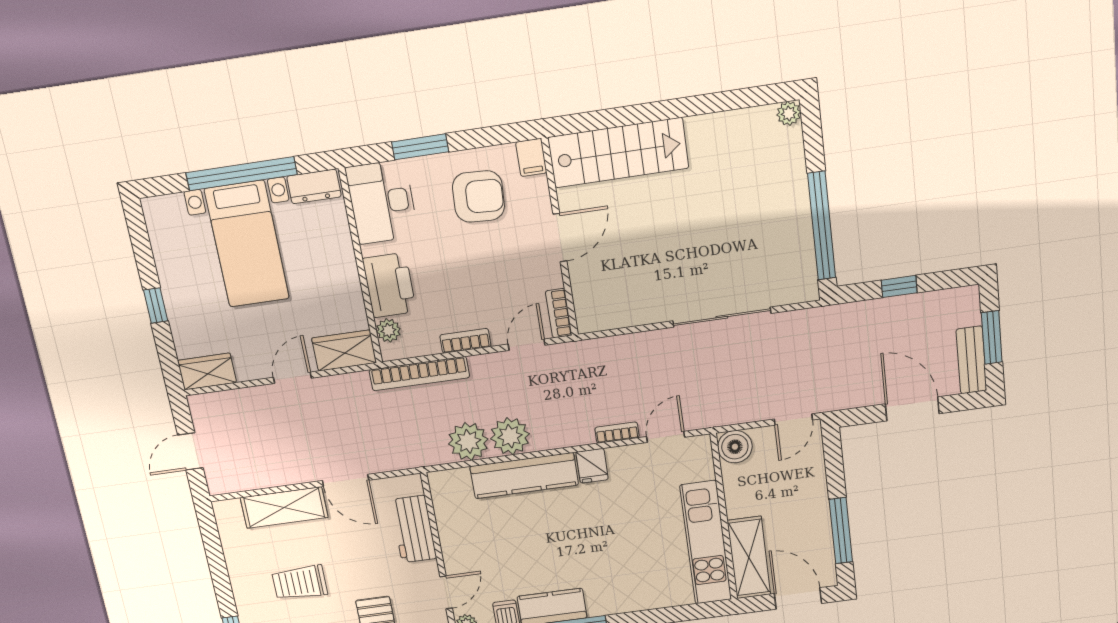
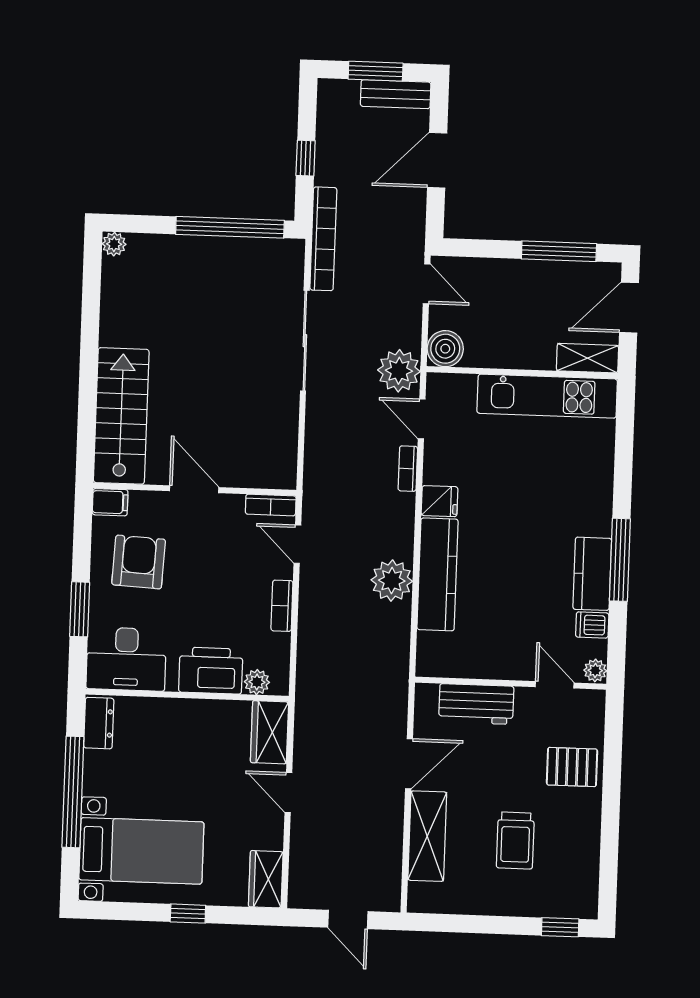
bed with nightstands: (247, 244) -> (141, 851), moved
bookcase: (419, 374) -> (323, 239), moved
plant: (468, 441) -> (399, 371), moved
shelving: (749, 558) -> (588, 358), width x0.67, depth x0.75

